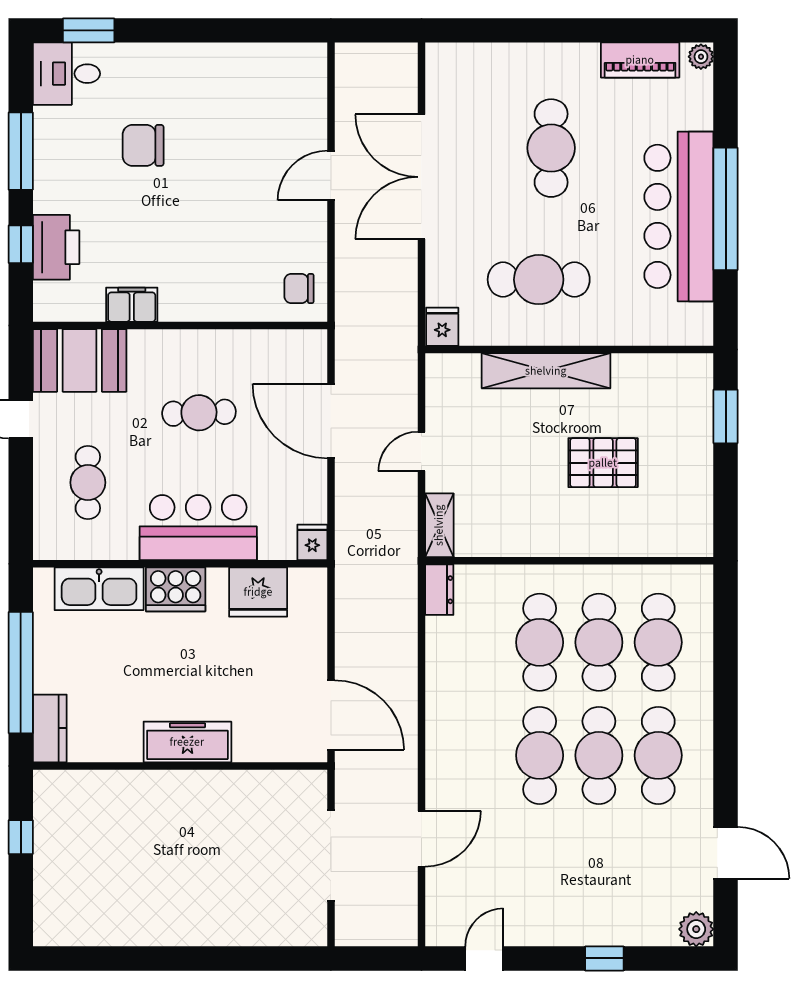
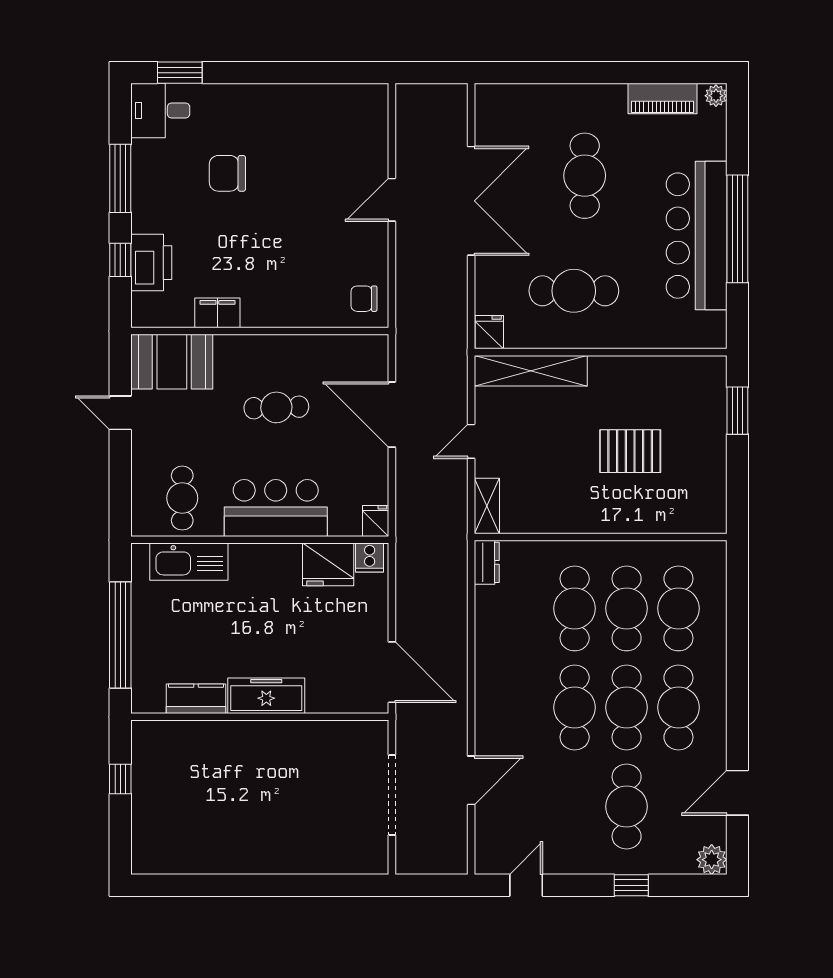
double door: (421, 177) -> (471, 201), swing flipped
shelving: (546, 371) -> (531, 371), moved
cafe table: (88, 483) -> (182, 498), moved
cooker: (176, 589) -> (370, 558), moved, width x0.53, depth x0.76
kitchen counter: (50, 728) -> (196, 699), moved, turned -90
door: (726, 853) -> (737, 793), swing flipped
cafe table: (599, 869) -> (627, 807), added

